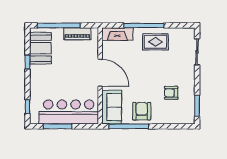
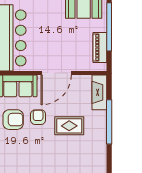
rug: (155, 42) -> (69, 126), moved, turned 90
armchair: (171, 93) -> (38, 117), moved

